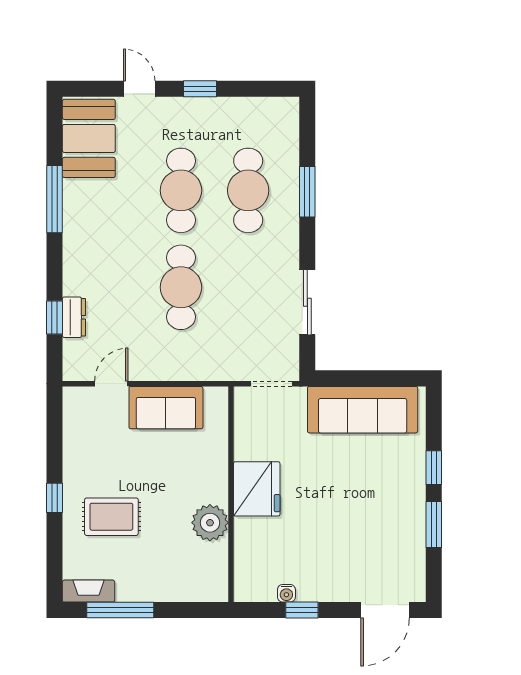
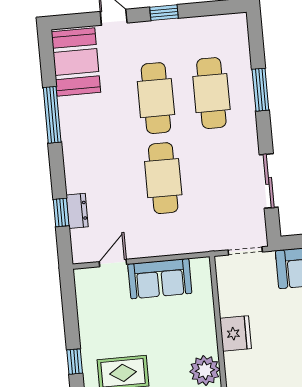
fridge: (257, 489) -> (236, 333), width x0.73, depth x0.75

